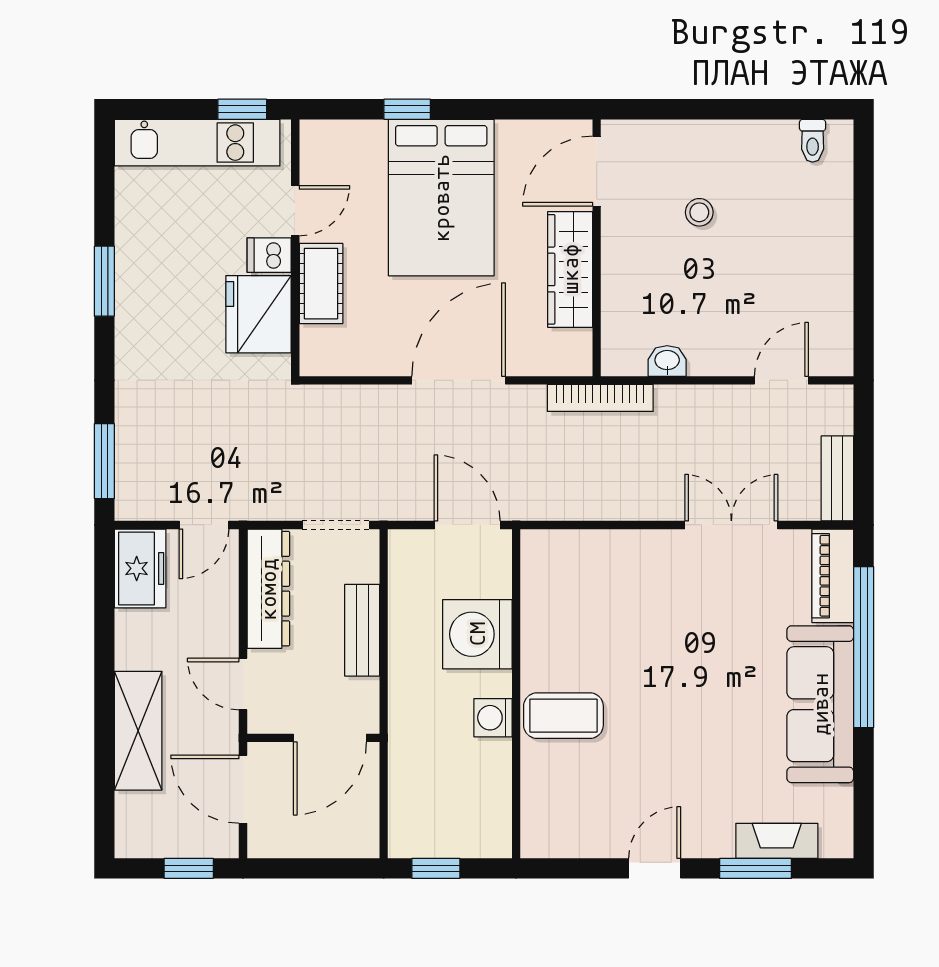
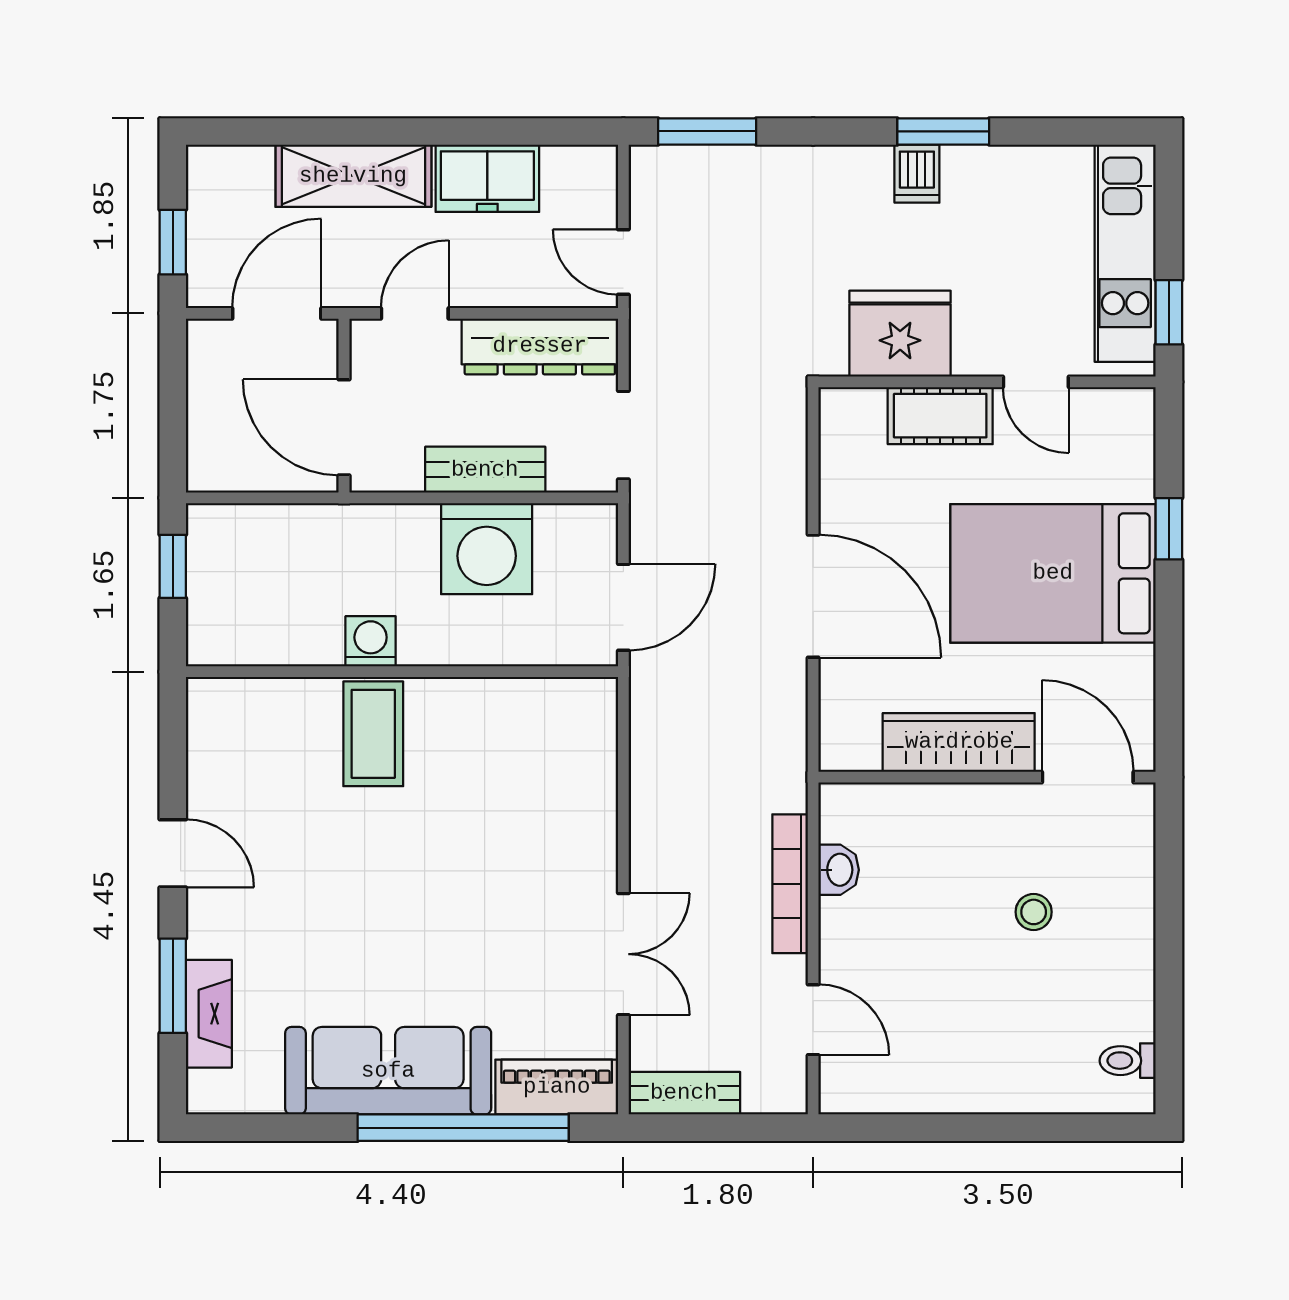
dishwasher: (269, 255) -> (917, 174), moved, turned 180
bookcase: (600, 398) -> (790, 884), moved
freezer: (140, 568) -> (487, 178), moved
washing machine: (477, 634) -> (487, 549), moved, turned 180

